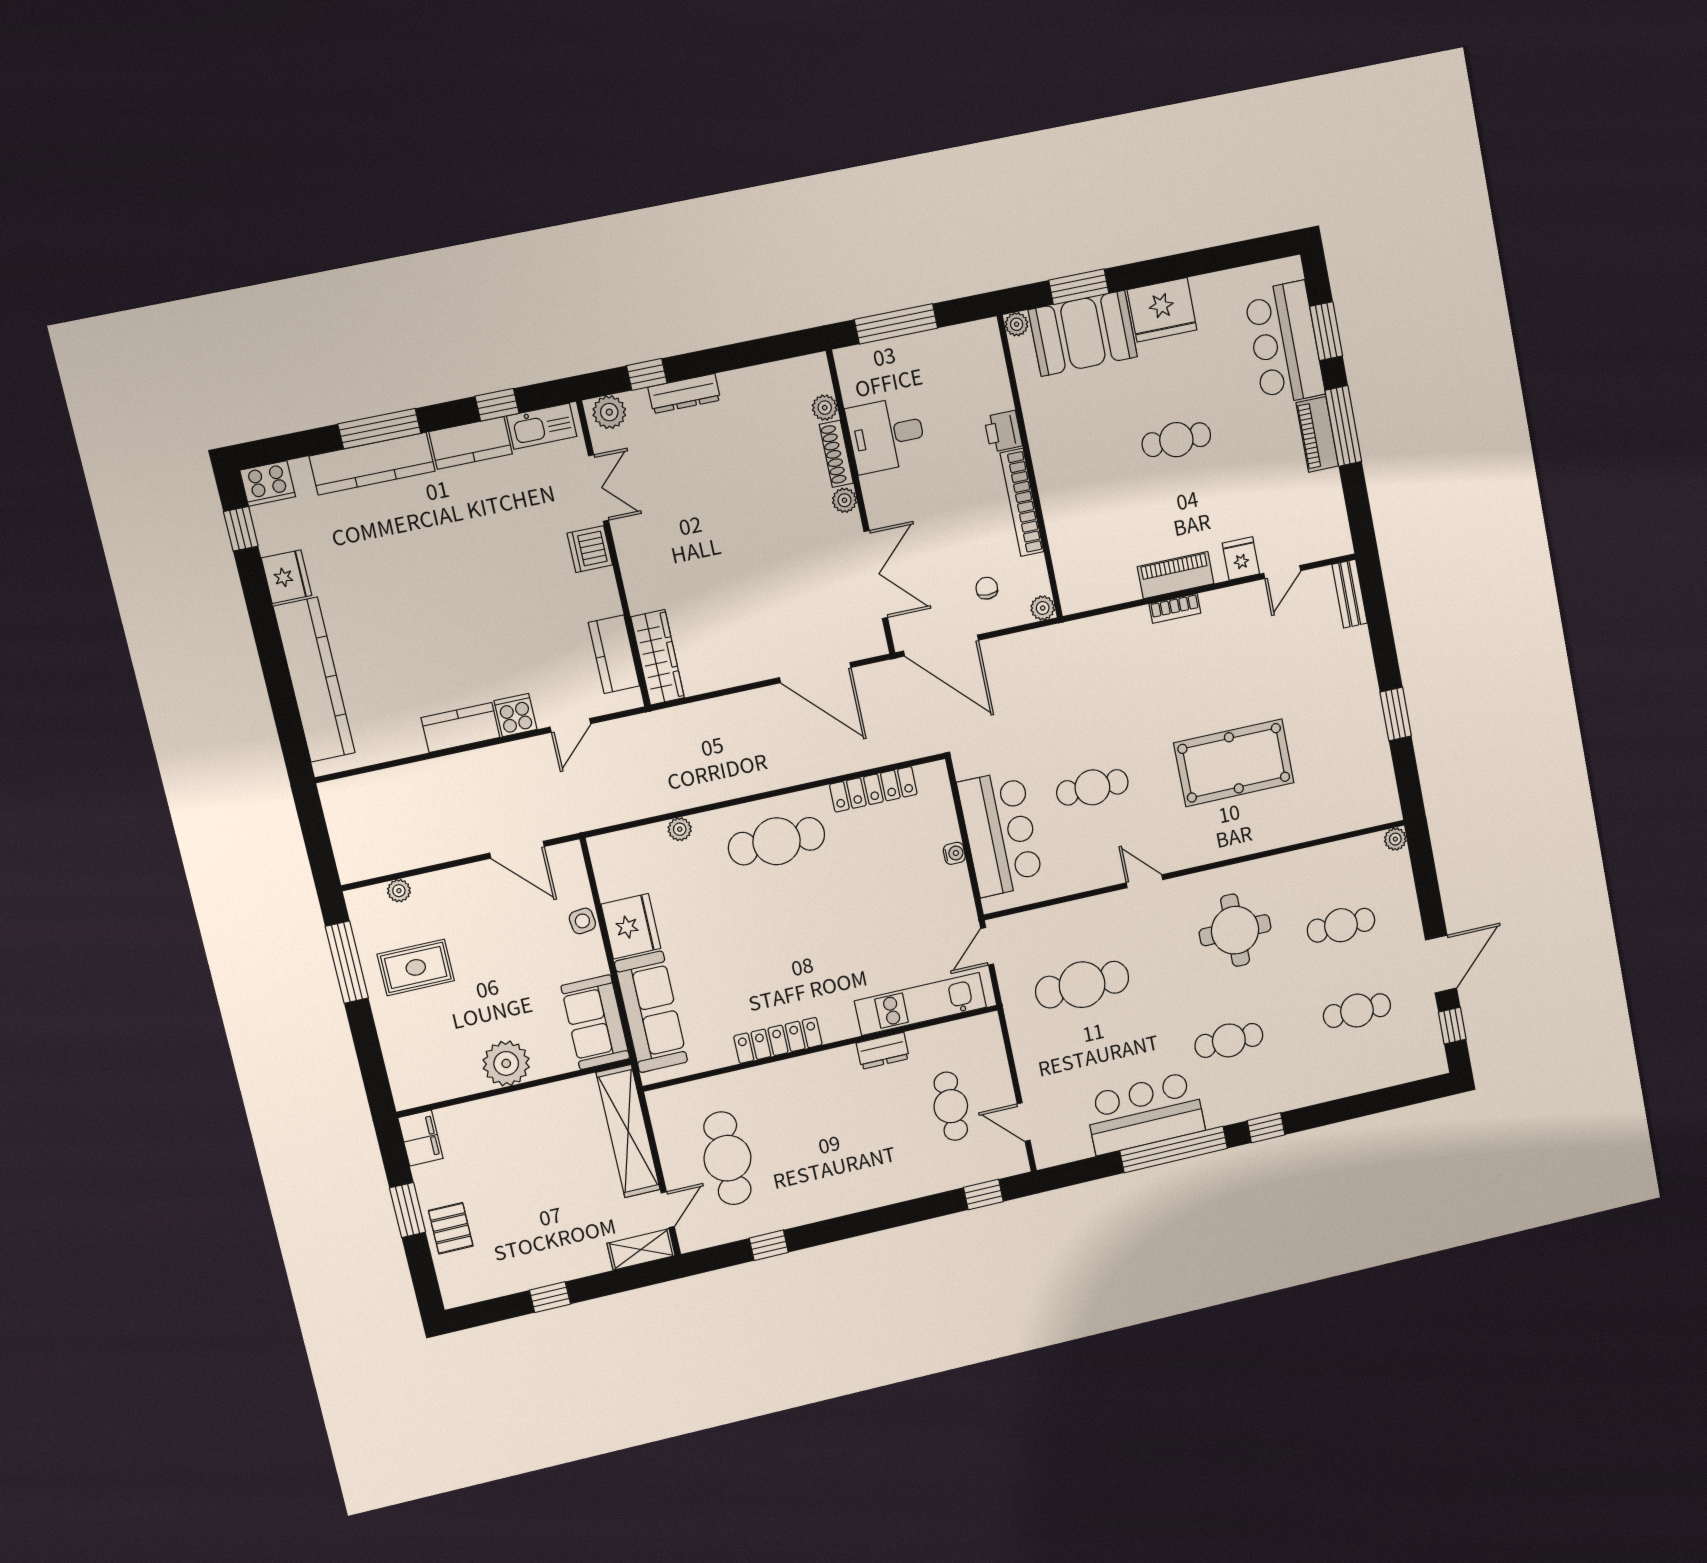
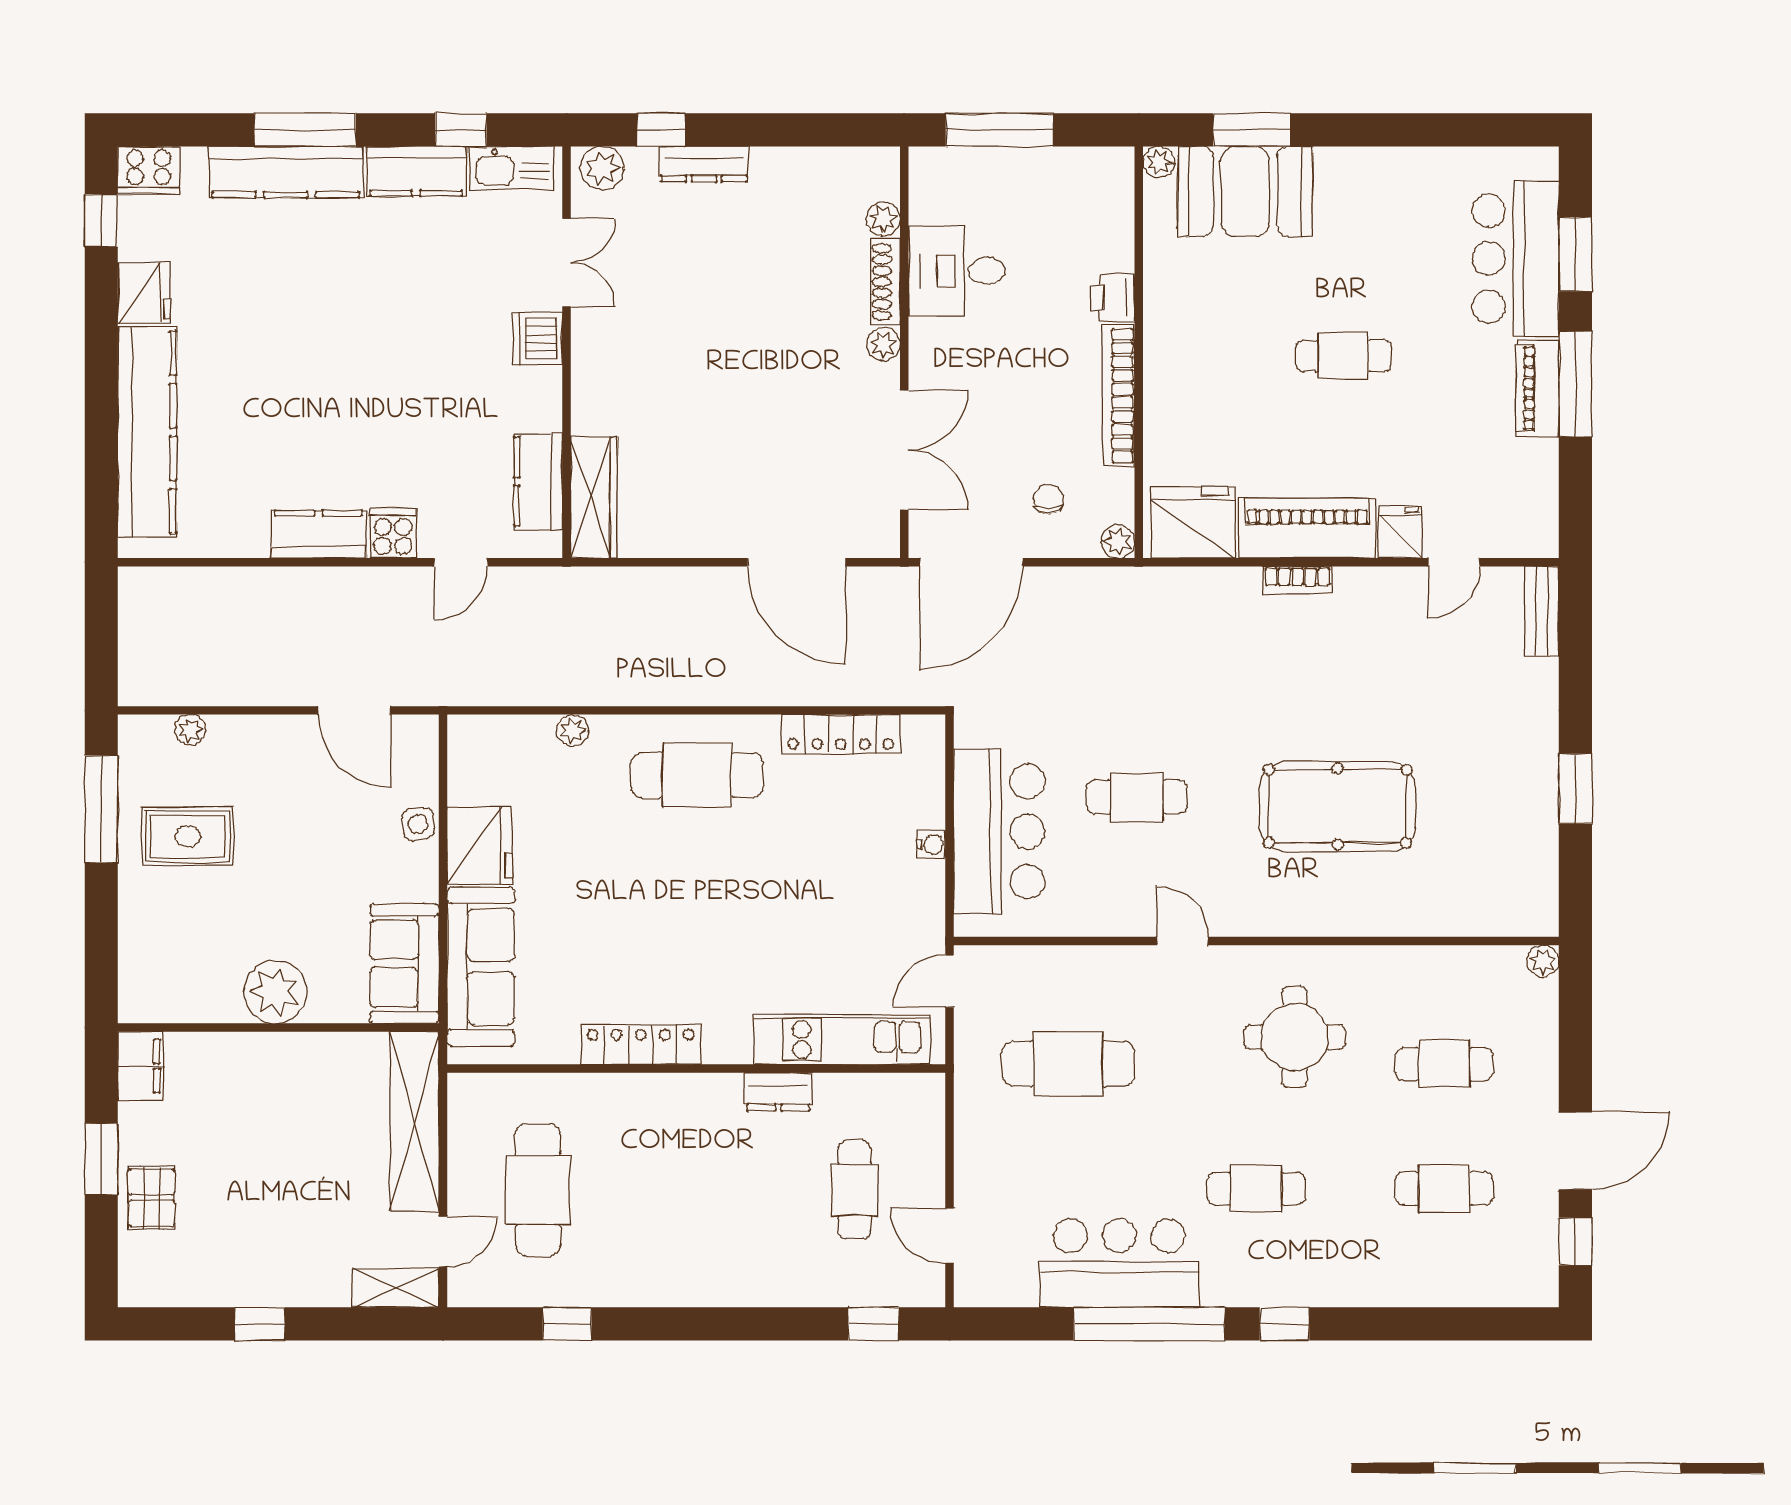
fridge: (1162, 310) -> (1193, 522), moved, turned 180
piano: (1176, 575) -> (1307, 528), width x1.37, depth x1.33
door: (941, 646) -> (971, 562), hinge flipped

